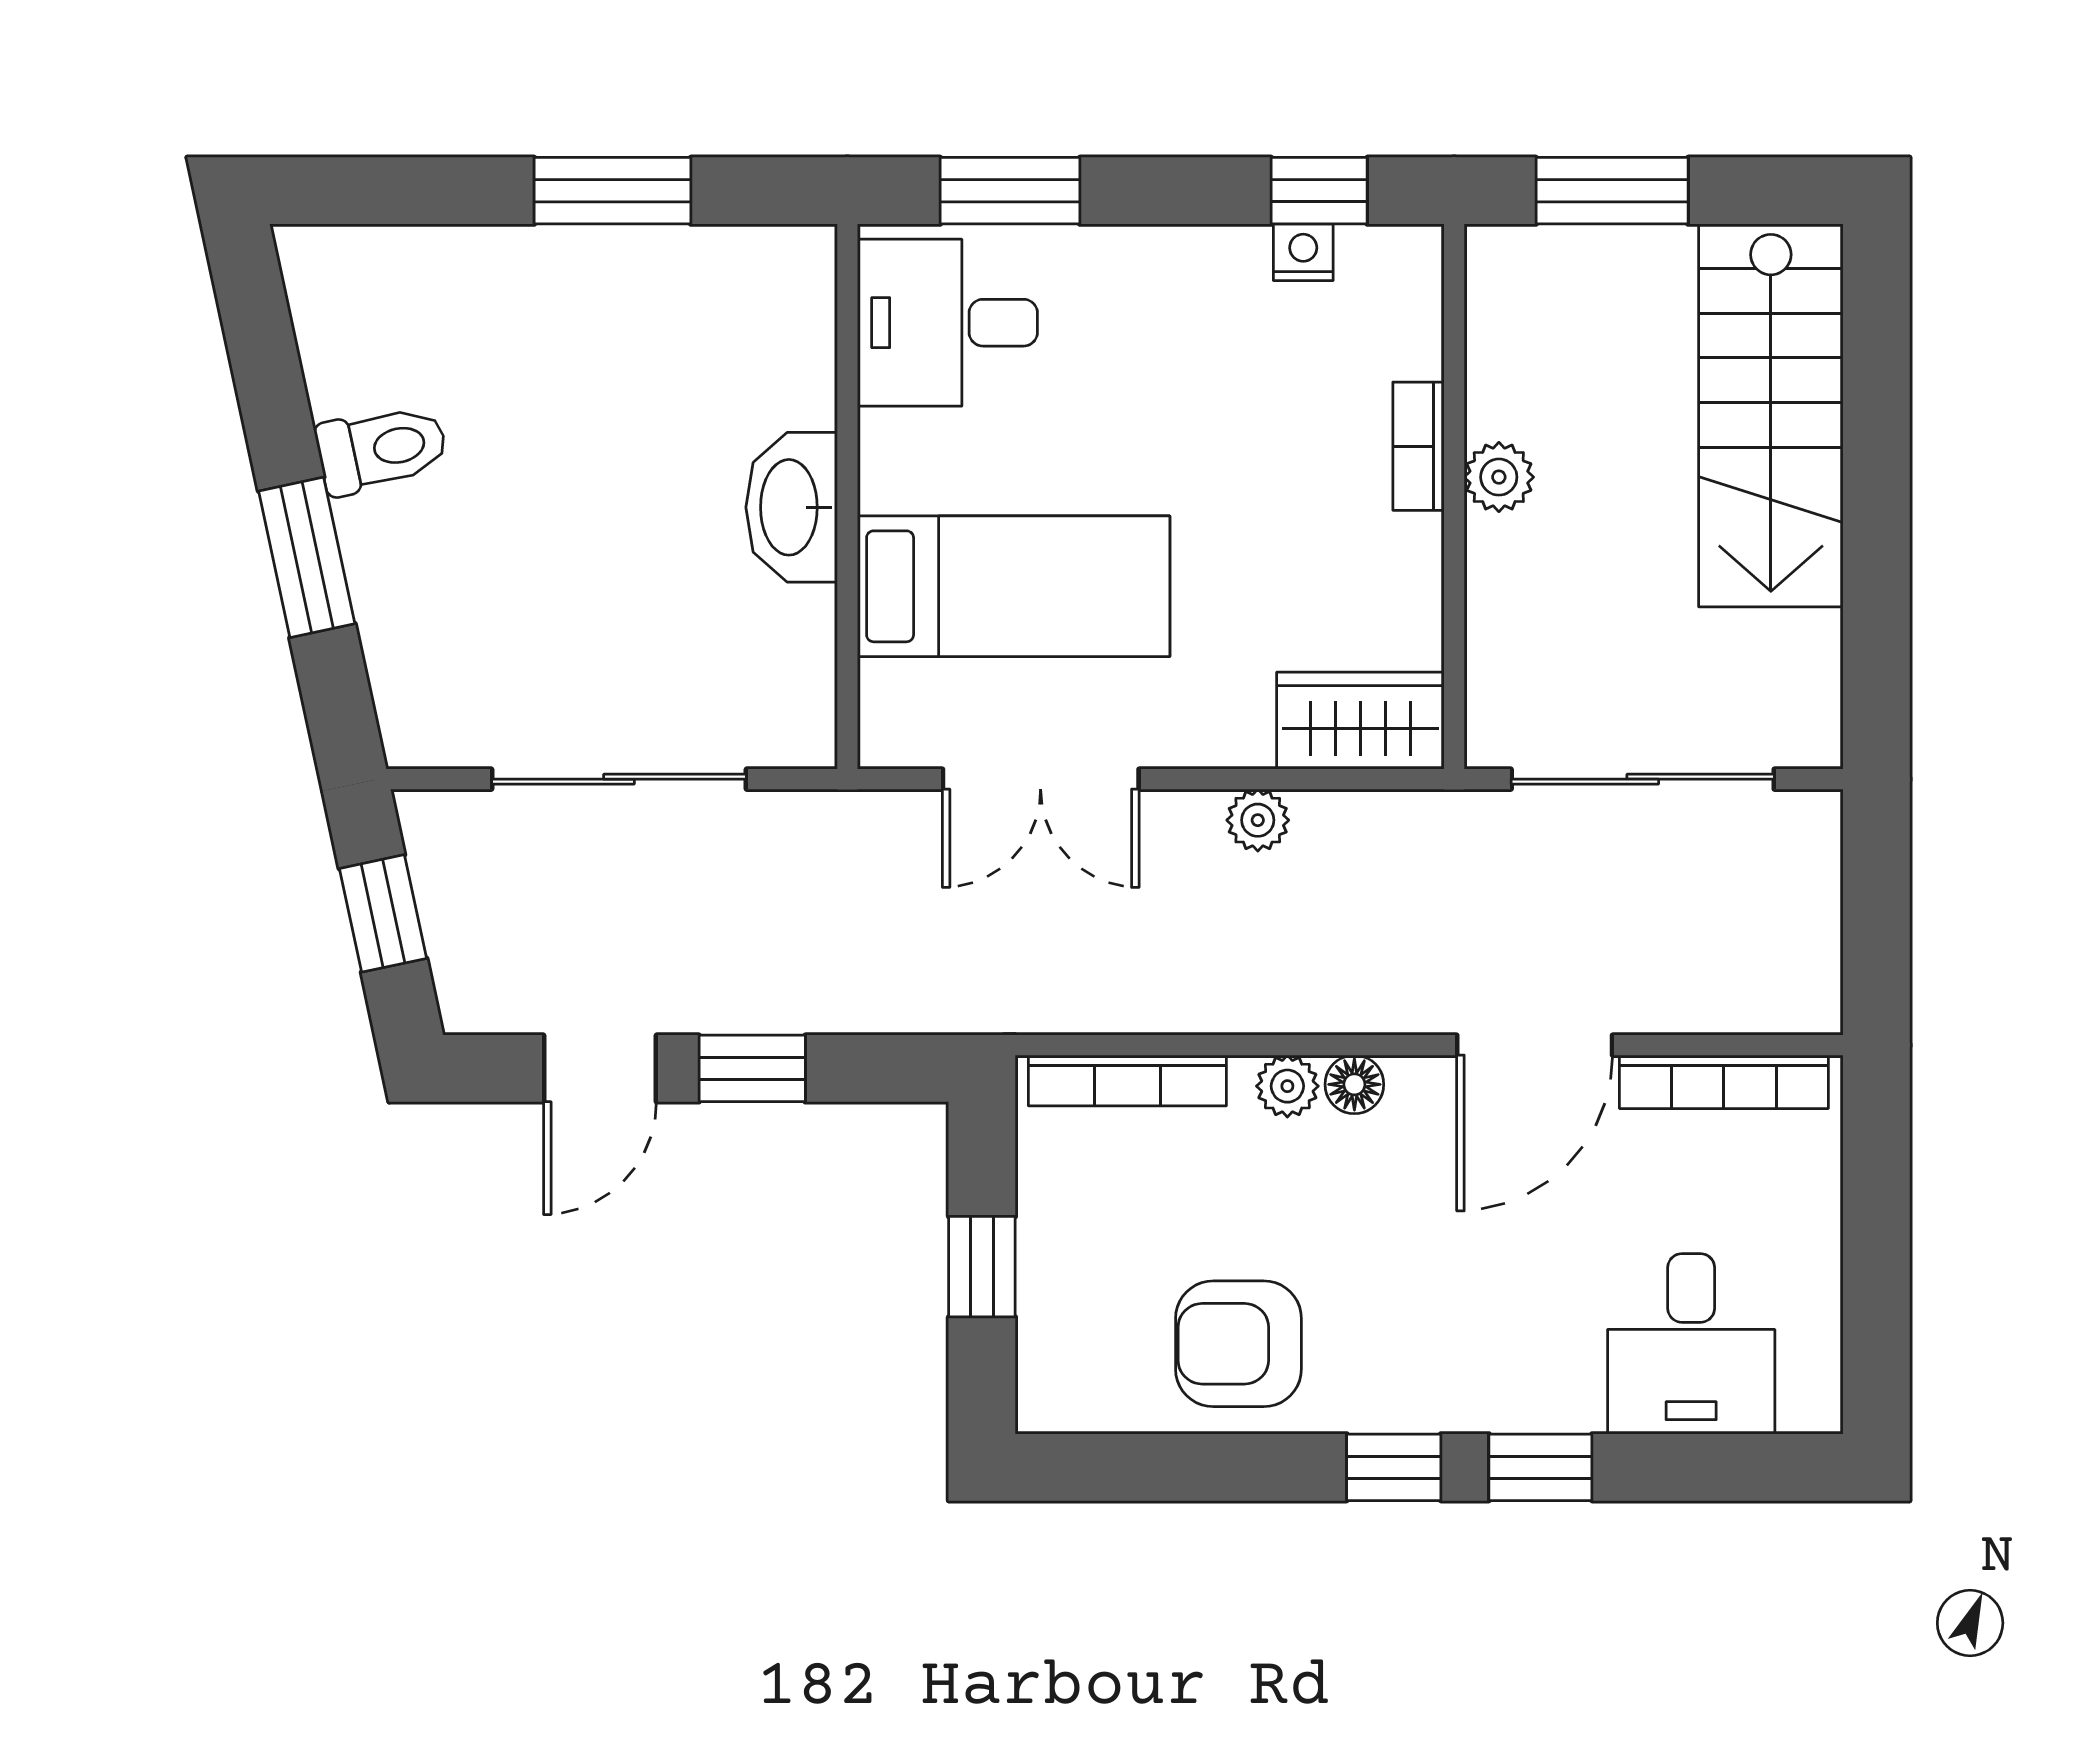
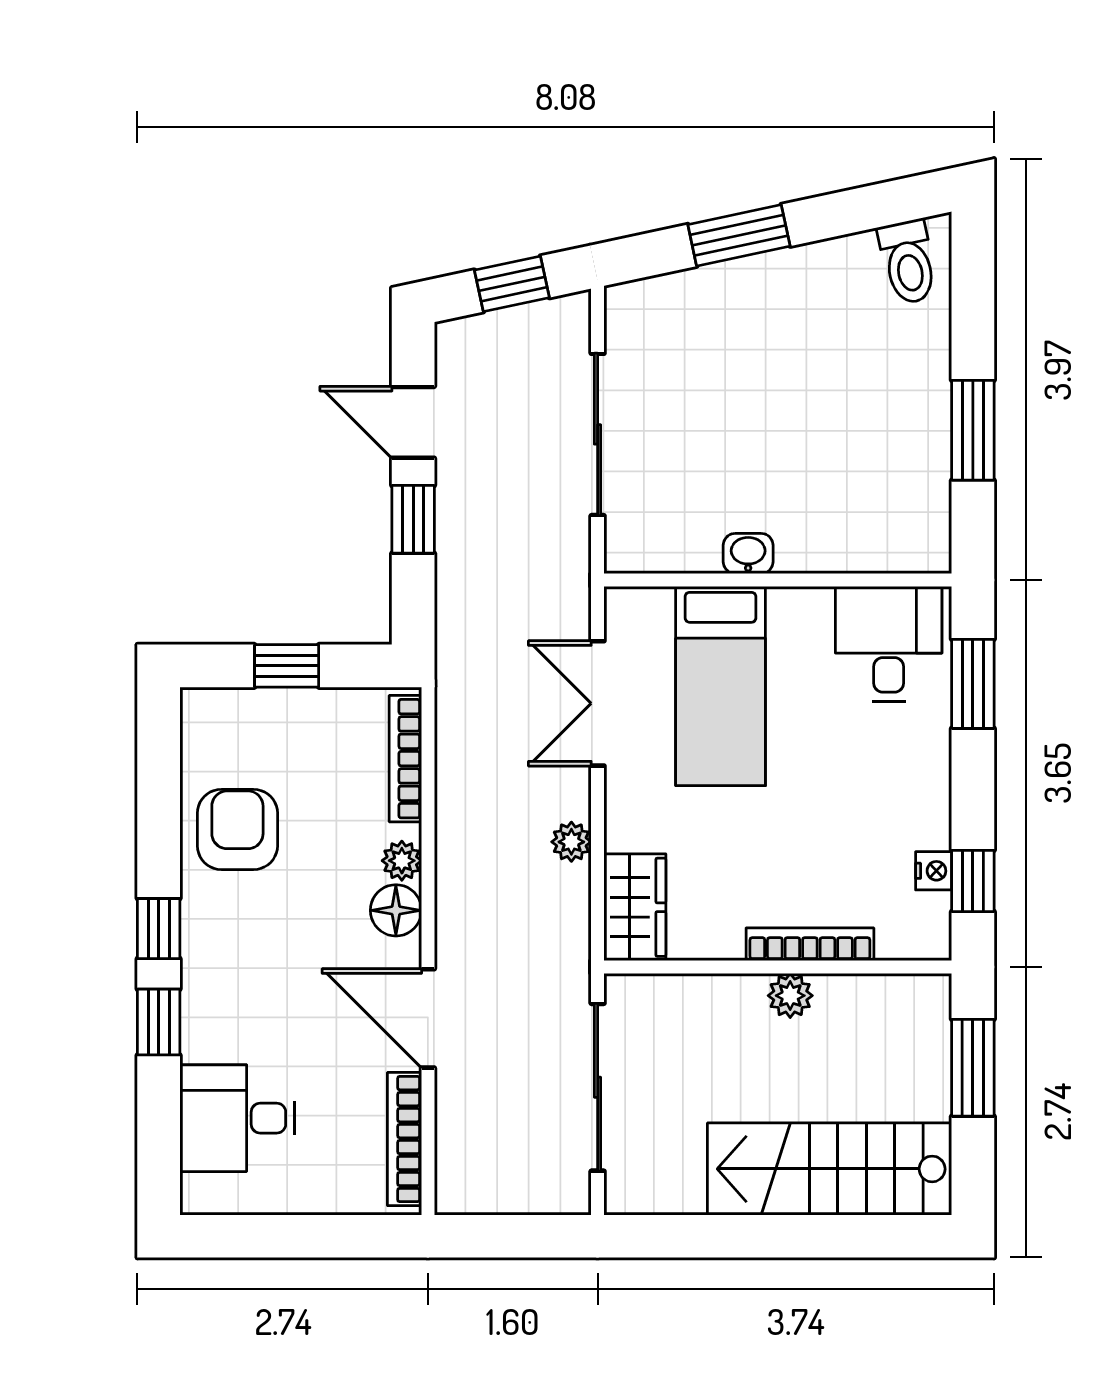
bookcase: (1418, 446) -> (810, 944), width x1.56
toilet: (382, 449) -> (908, 262), moved
washbasin: (792, 507) -> (748, 554), width x0.52, depth x0.69
floor lamp: (1354, 1084) -> (396, 910), width x1.37, depth x1.37

